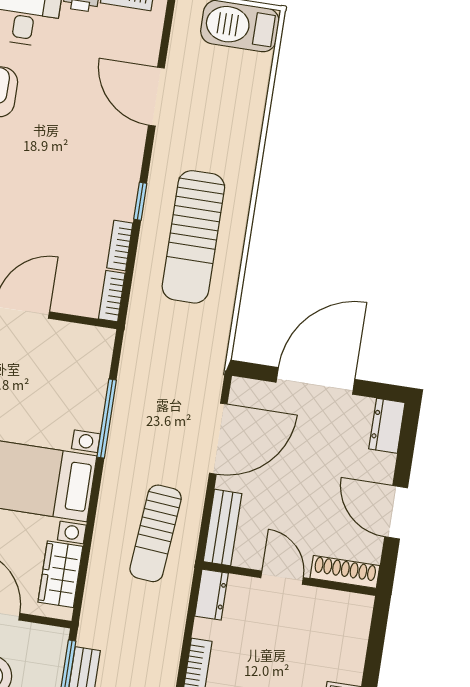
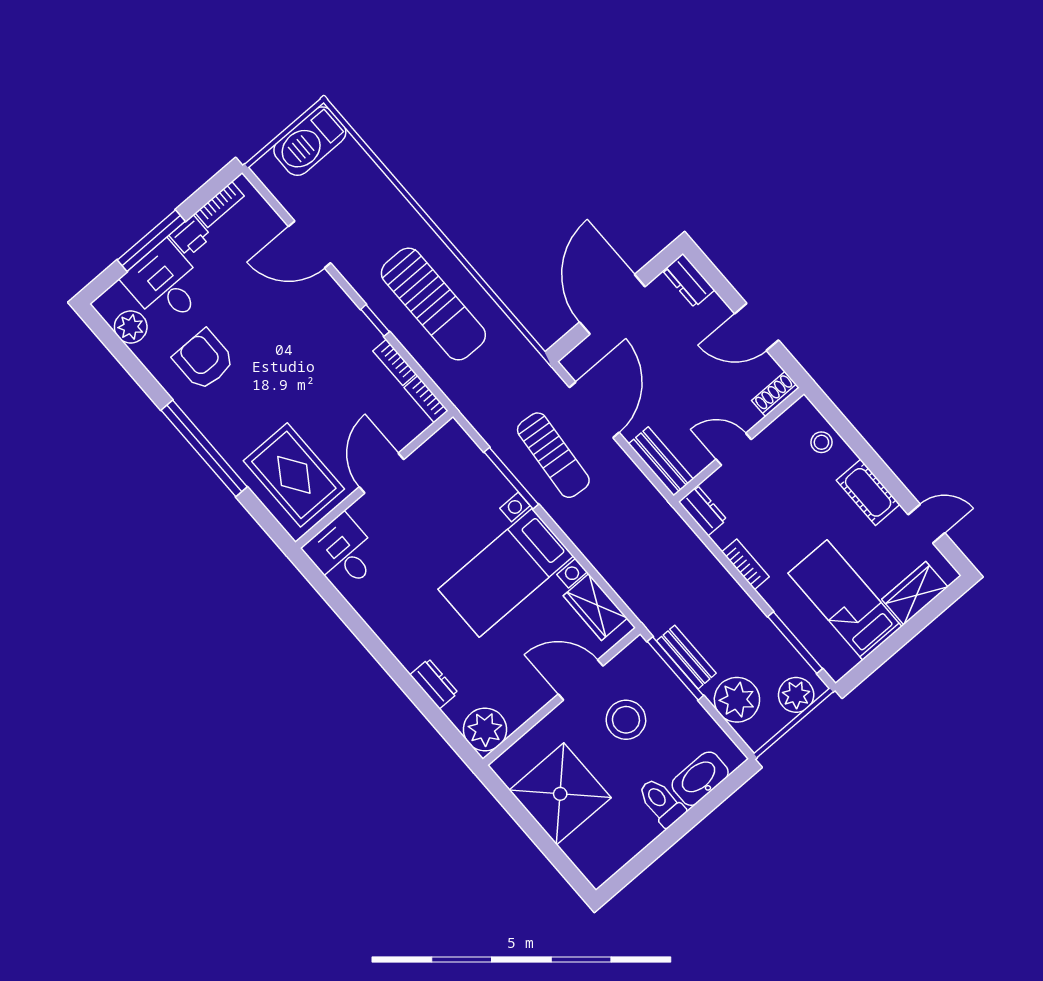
sun lounger: (156, 533) -> (553, 455), moved
shoe rack: (345, 572) -> (775, 394), width x0.70
stool: (348, 643) -> (821, 442), added

